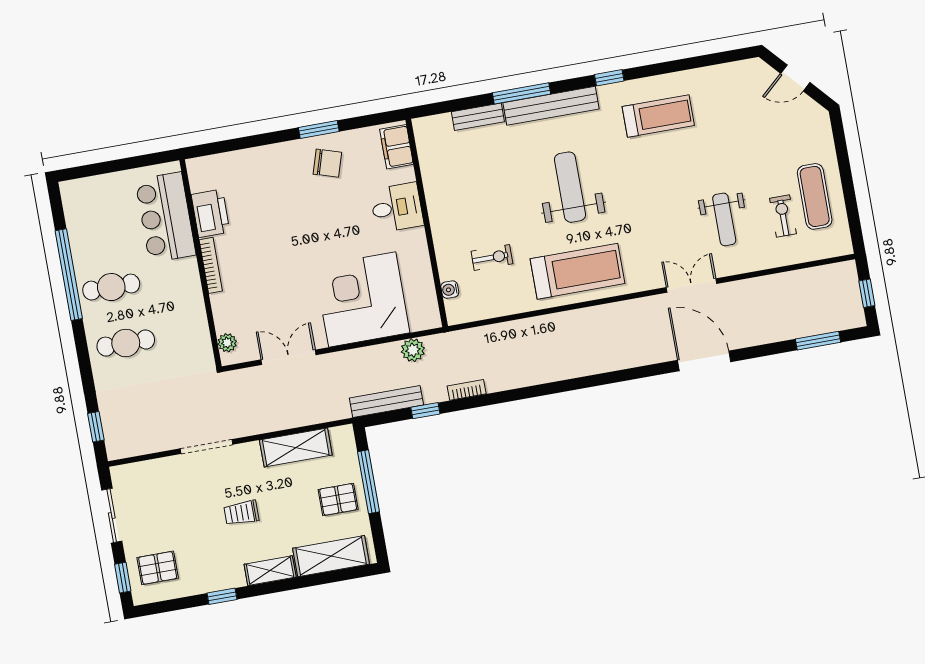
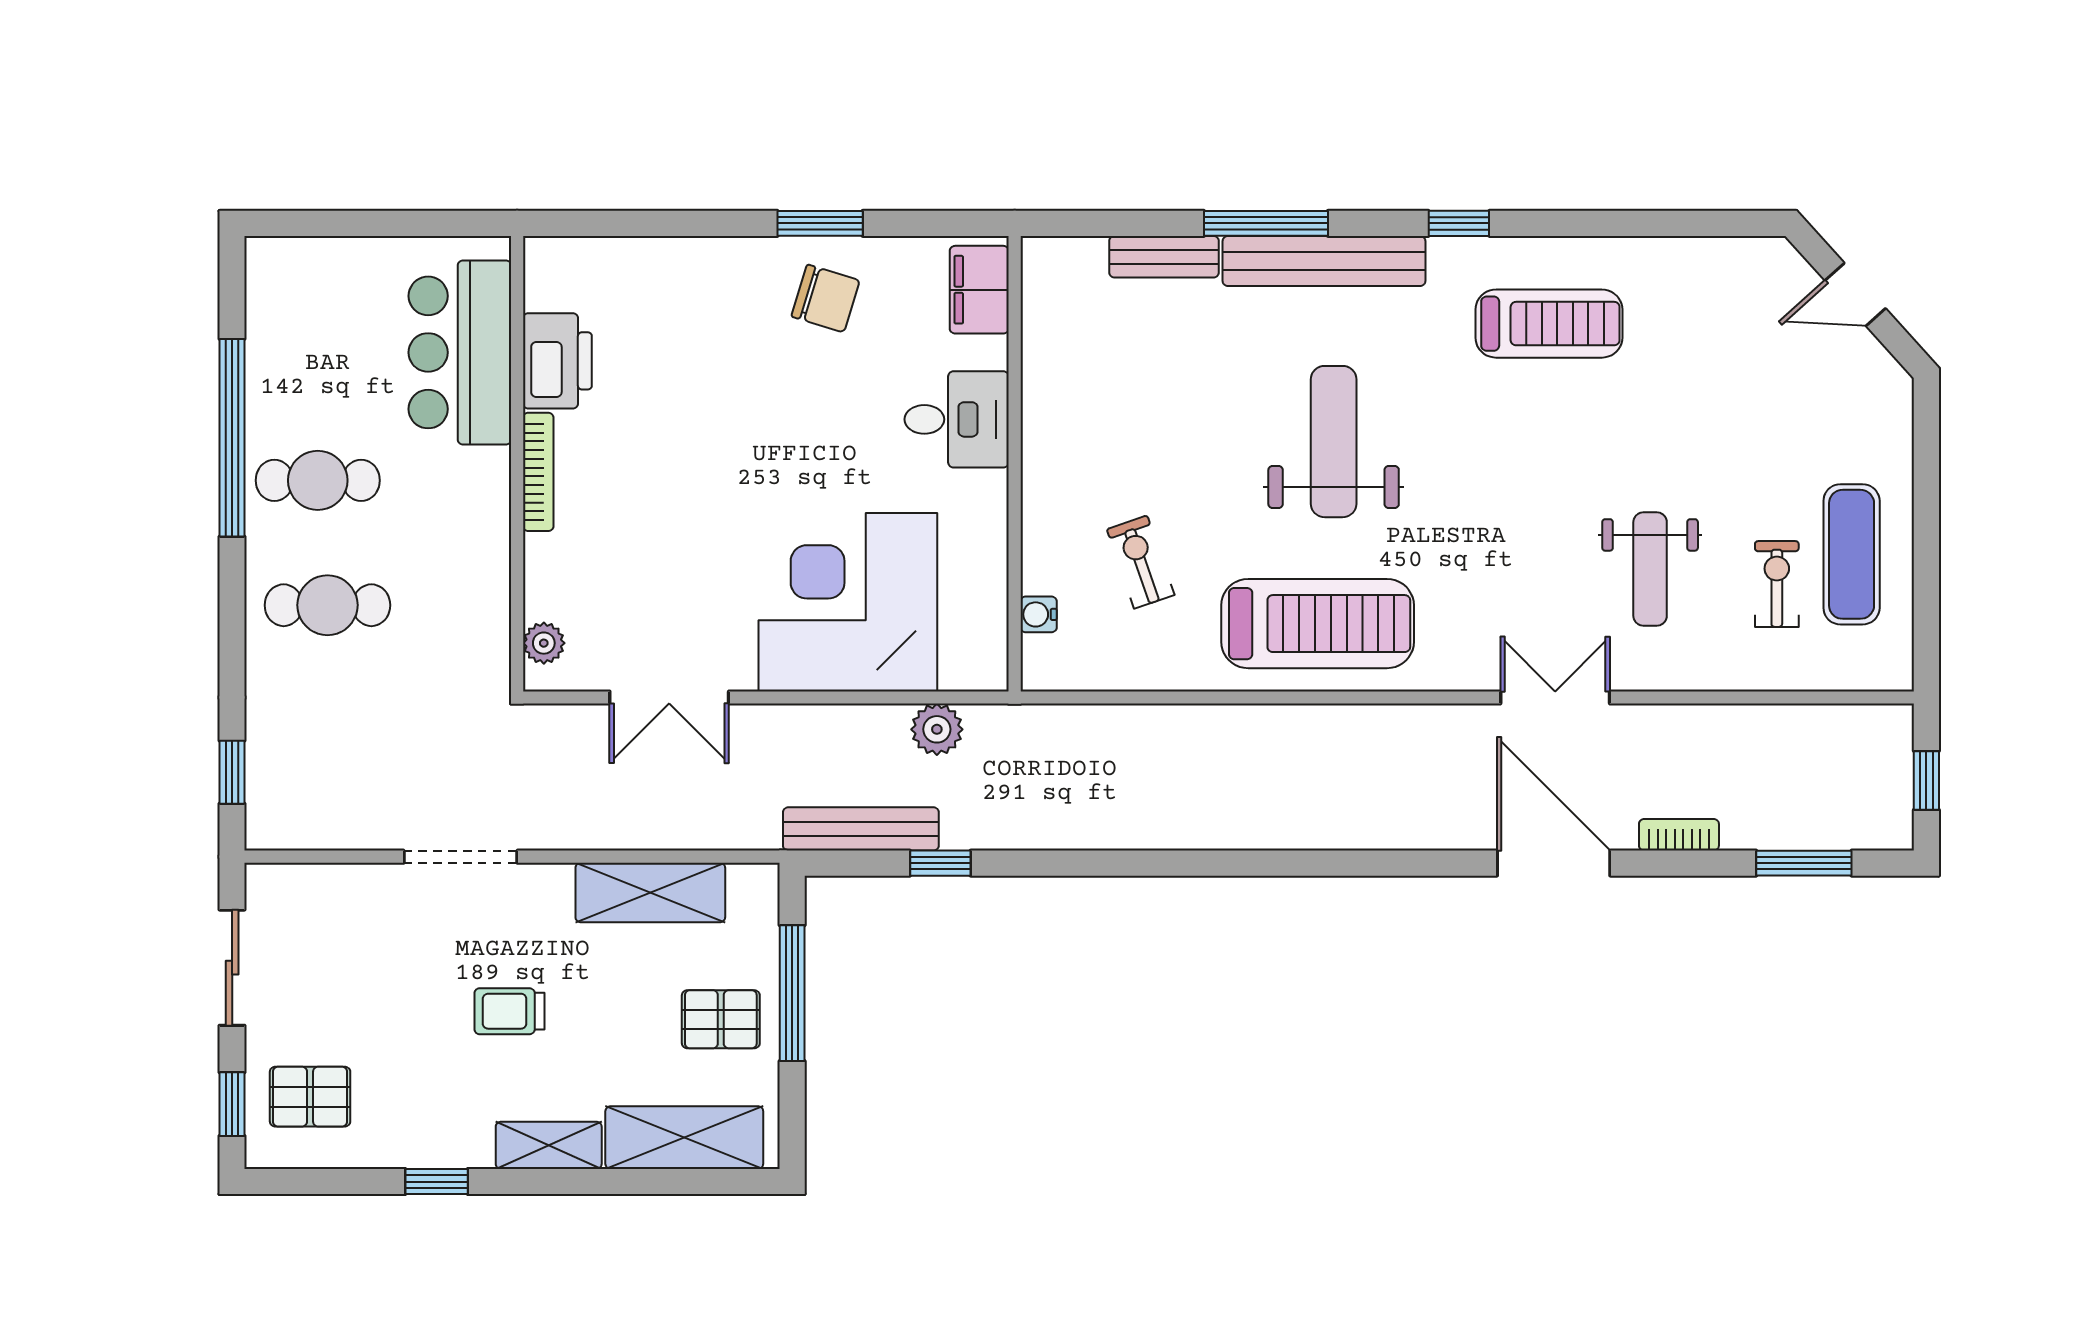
exercise bike: (492, 257) -> (1141, 562), turned -109
double door: (289, 357) -> (669, 697), swing flipped
bookcase: (467, 390) -> (1679, 835), moved

